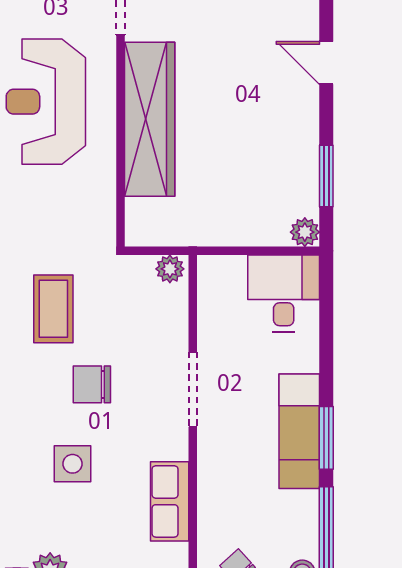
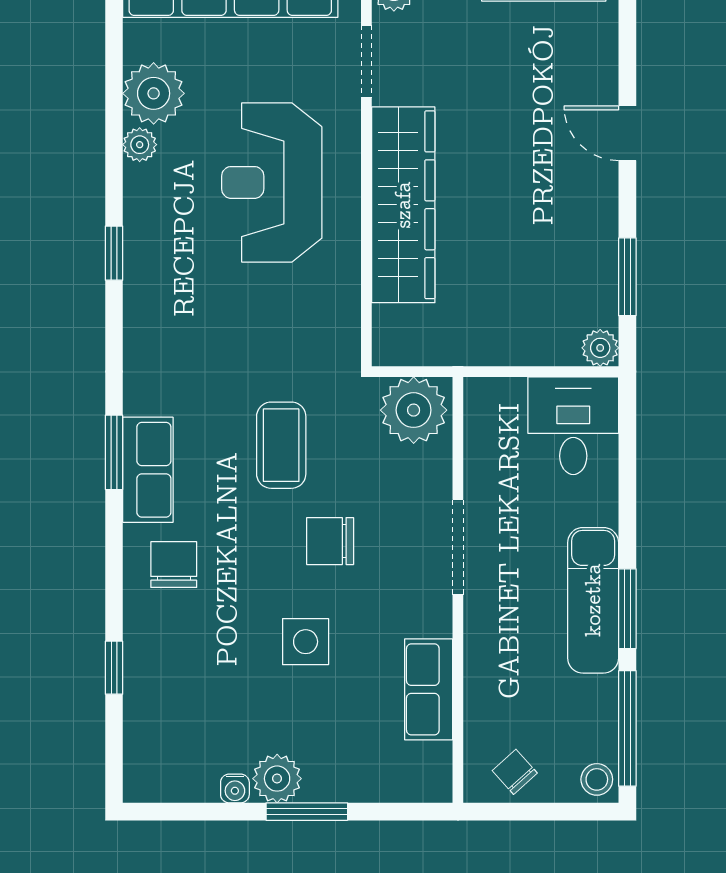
plant: (170, 269) -> (414, 410), width x1.87, depth x1.87

